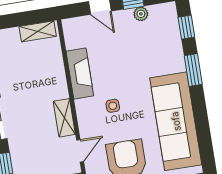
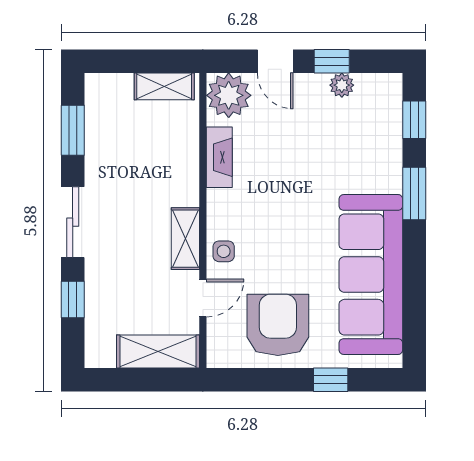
plant: (76, 30) -> (229, 95), added
fireplace: (80, 73) -> (219, 157), width x0.73, depth x0.76
side table: (113, 106) -> (224, 251), moved

